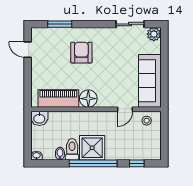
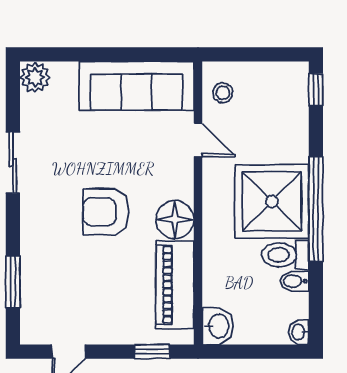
sliding door: (130, 24) -> (13, 162), moved
armchair: (81, 53) -> (106, 212), moved
window: (28, 88) -> (152, 352), added
shower: (92, 148) -> (272, 201), width x1.37, depth x1.37
window: (137, 163) -> (316, 90), moved

